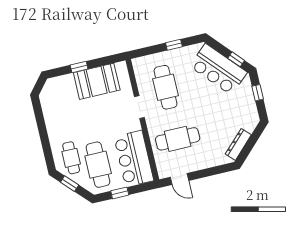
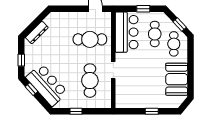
booth: (97, 81) -> (177, 79), moved, turned 90
dresser: (238, 144) -> (37, 33), moved
cafe table: (98, 165) -> (155, 34), width x0.73, depth x0.74

